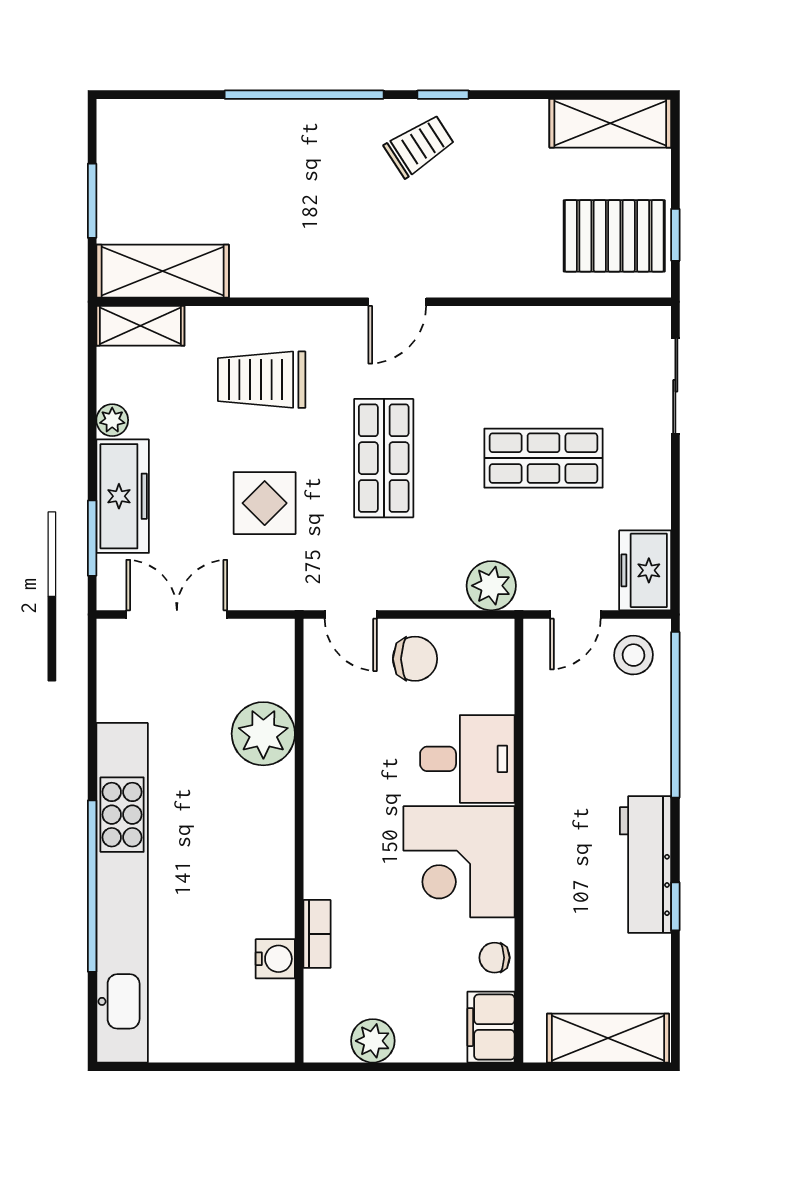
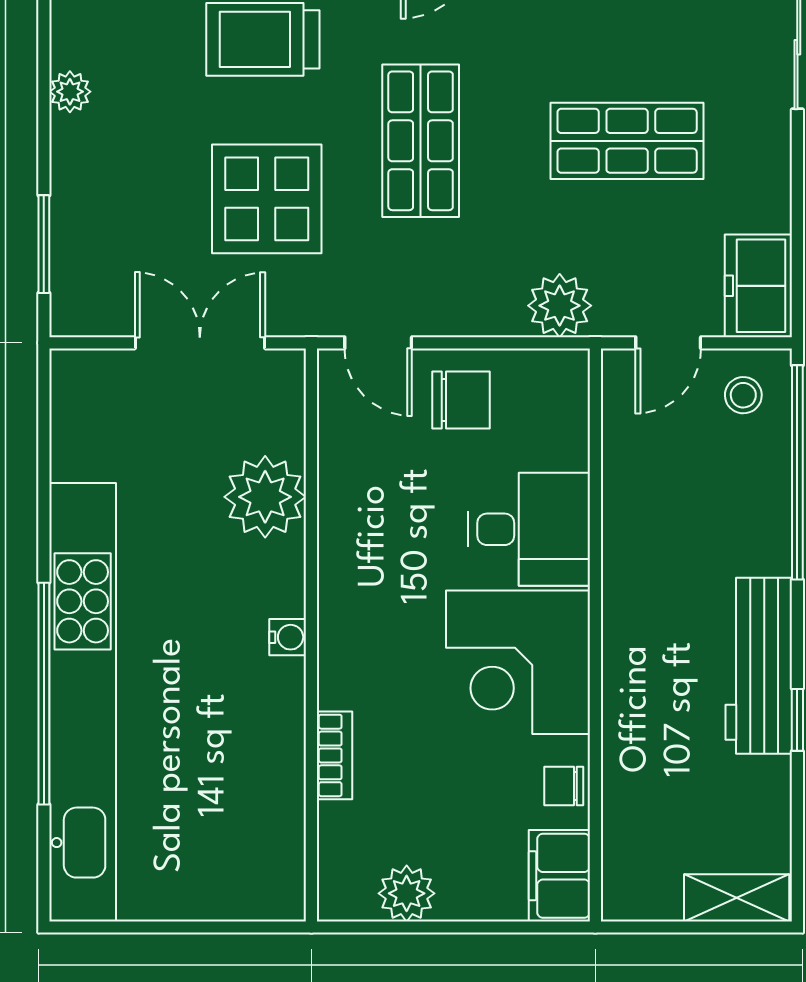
freezer: (123, 496) -> (83, 190), removed
display table: (265, 503) -> (267, 199), width x1.36, depth x1.36
double door: (177, 615) -> (200, 343), moved
stool: (634, 655) -> (743, 395), width x0.73, depth x0.73
water cooler: (275, 959) -> (288, 637), moved, width x0.72, depth x0.72
shelving: (608, 1038) -> (737, 898), width x0.67, depth x0.75

